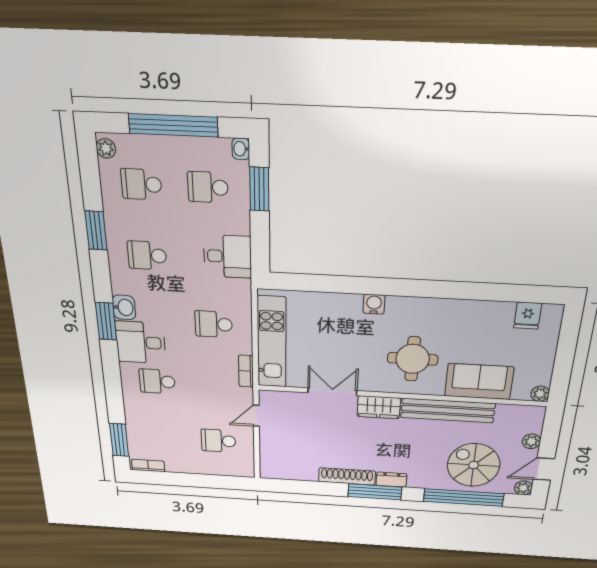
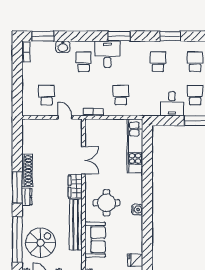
desk: (228, 256) -> (172, 104), moved
water cooler: (374, 304) -> (137, 209), moved
washbasin: (124, 307) -> (63, 47), moved
kitchen unit: (272, 342) -> (135, 146), moved, turned 90

